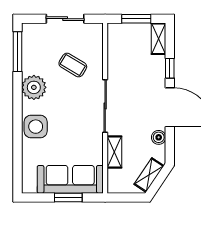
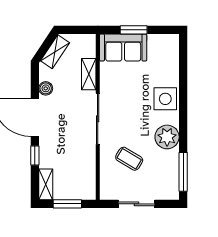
sofa: (70, 179) -> (123, 48), width x0.73

